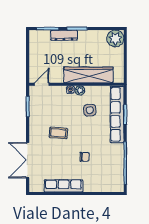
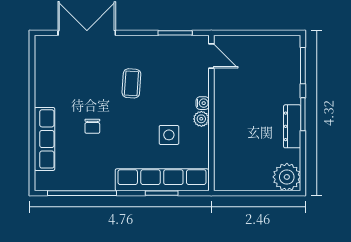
dresser: (64, 35) -> (292, 126), moved
wardrobe: (88, 75) -> (227, 133), removed
row of seats: (64, 186) -> (44, 139), moved

